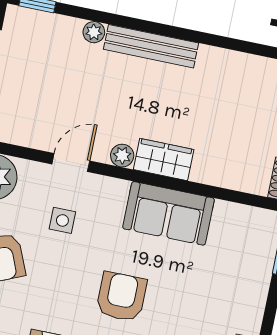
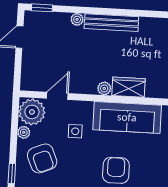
door: (71, 162) -> (57, 96), moved
sofa: (169, 213) -> (127, 117), width x1.36

